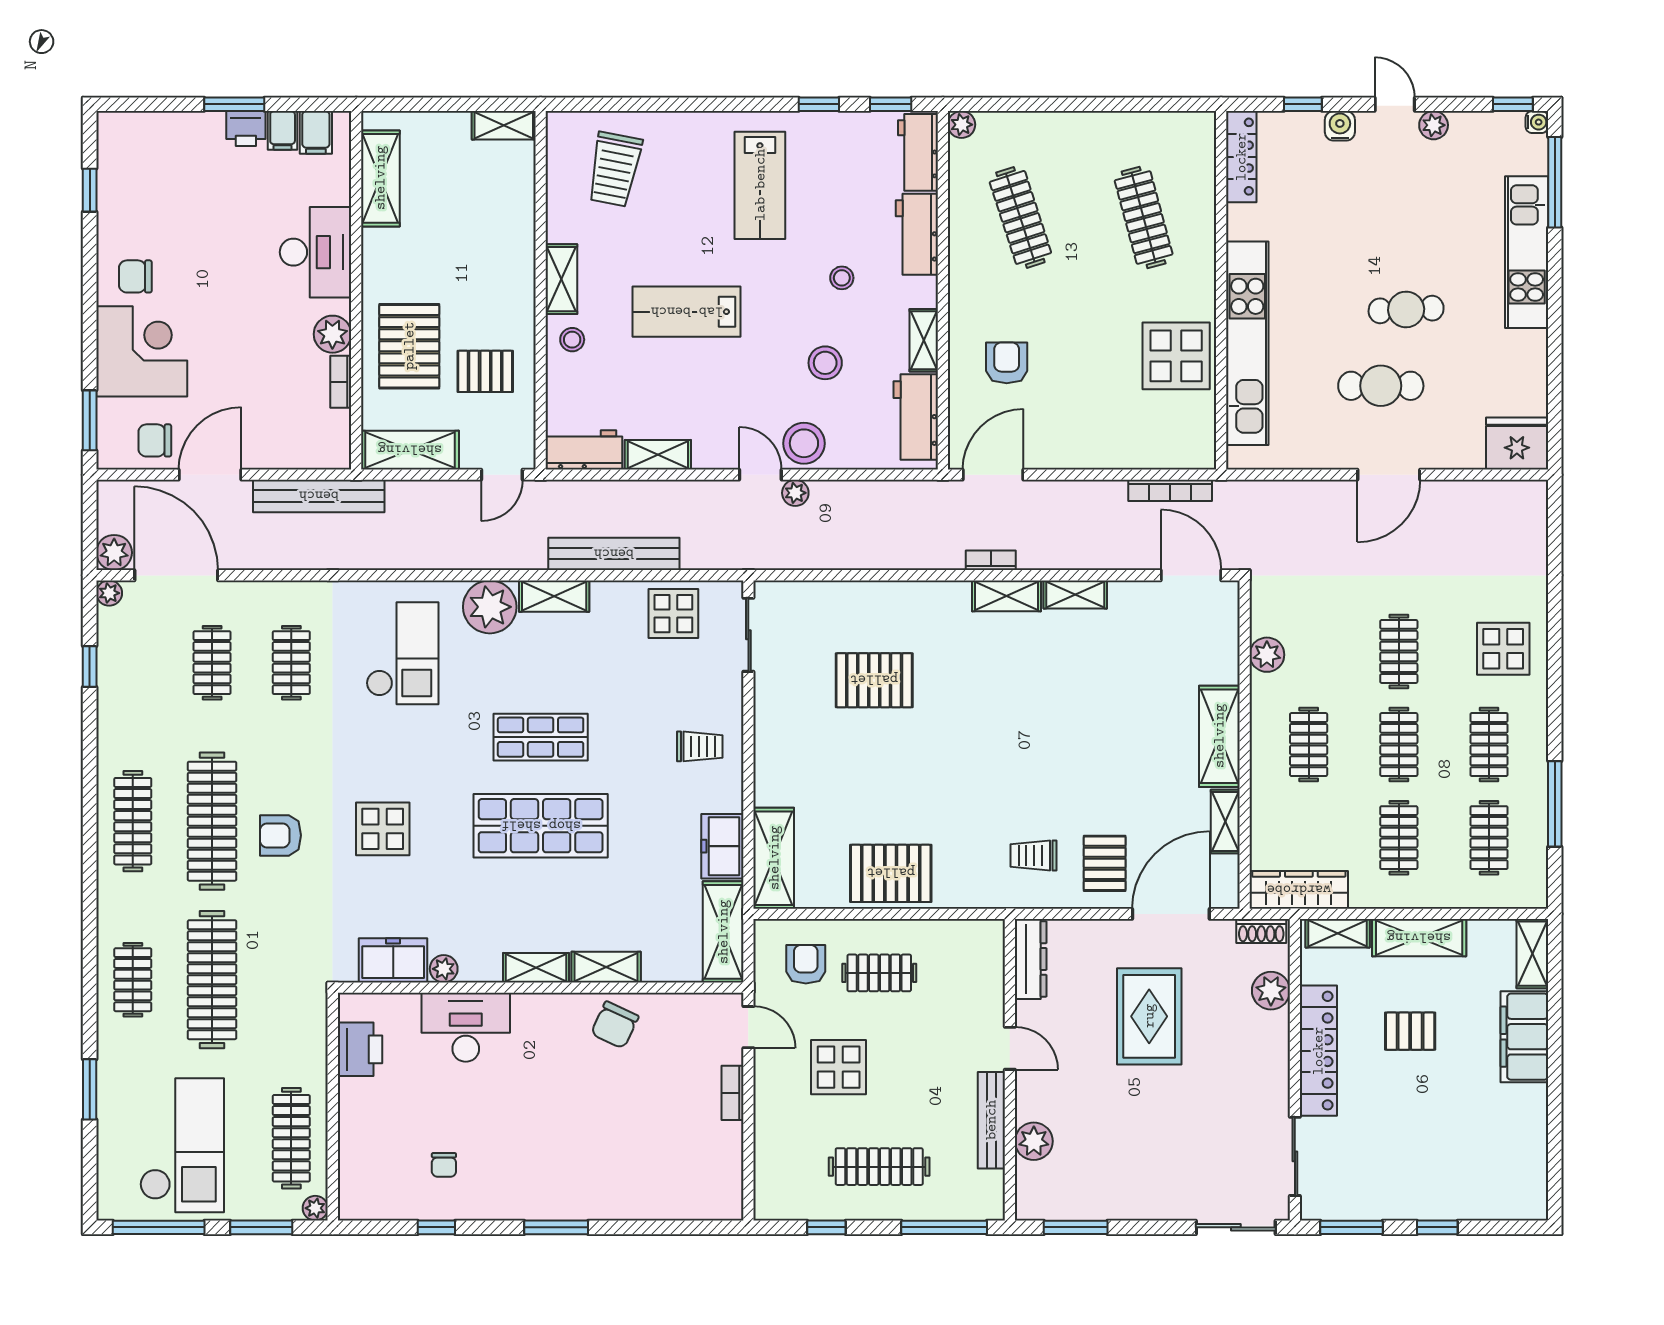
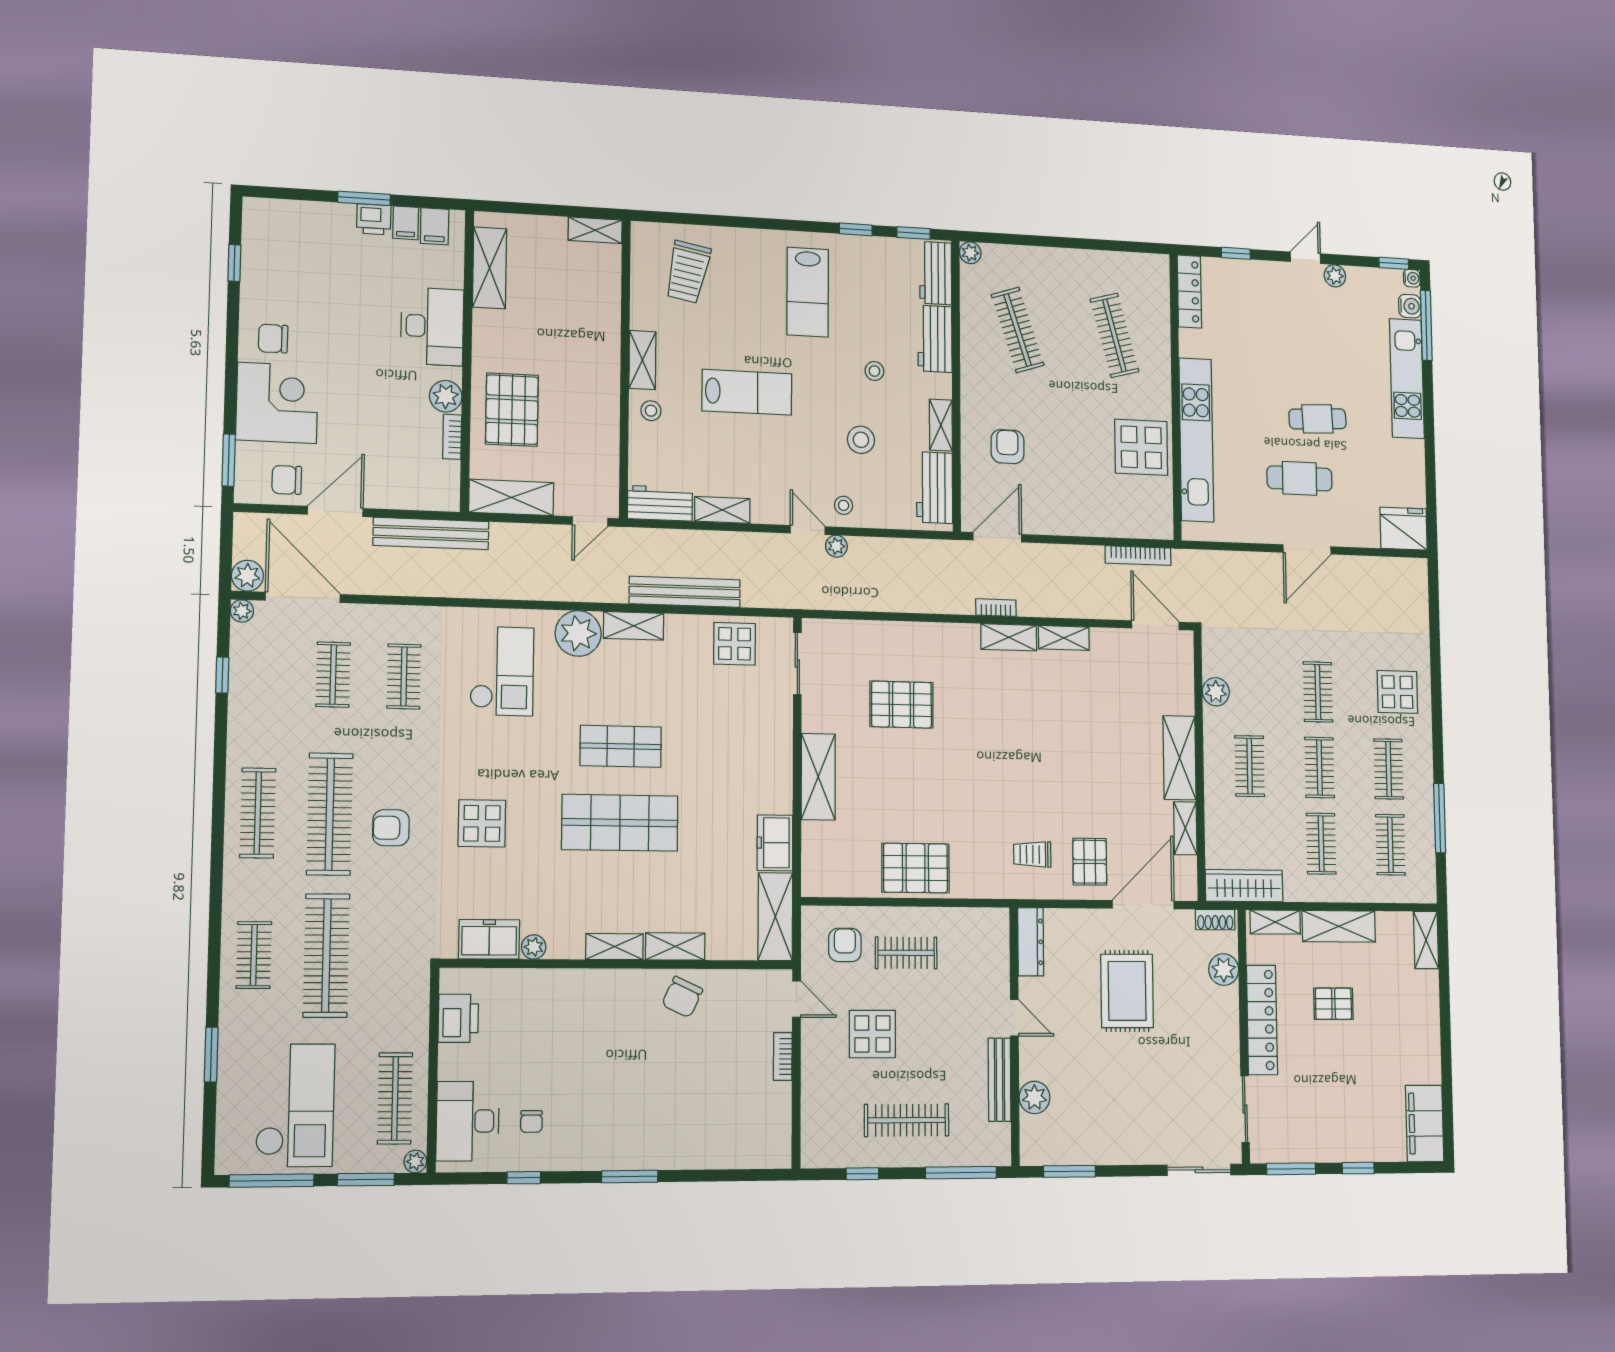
door: (1395, 104) -> (1305, 258), hinge flipped
water cooler: (1340, 126) -> (1410, 306), moved, turned 90
lab bench: (687, 312) -> (747, 392), turned 180
pallet: (485, 371) -> (577, 434), removed
stool: (804, 443) -> (844, 505), width x0.53, depth x0.53
trolley: (700, 746) -> (756, 757), removed
shelving: (774, 858) -> (818, 777), moved
desk: (466, 1027) -> (468, 1121), moved, turned -90
filing cabinet: (1524, 1037) -> (1425, 1123), moved

